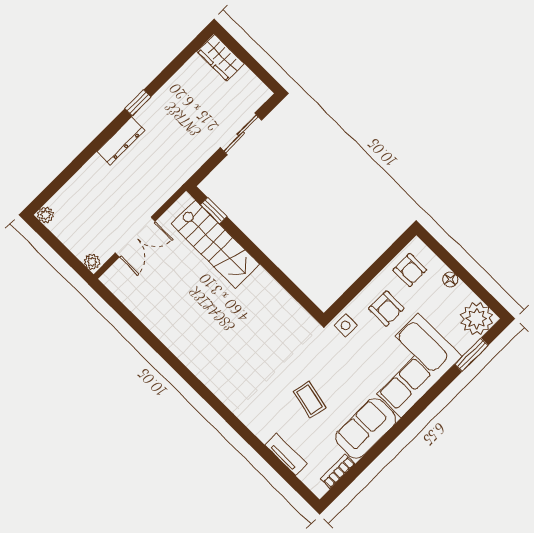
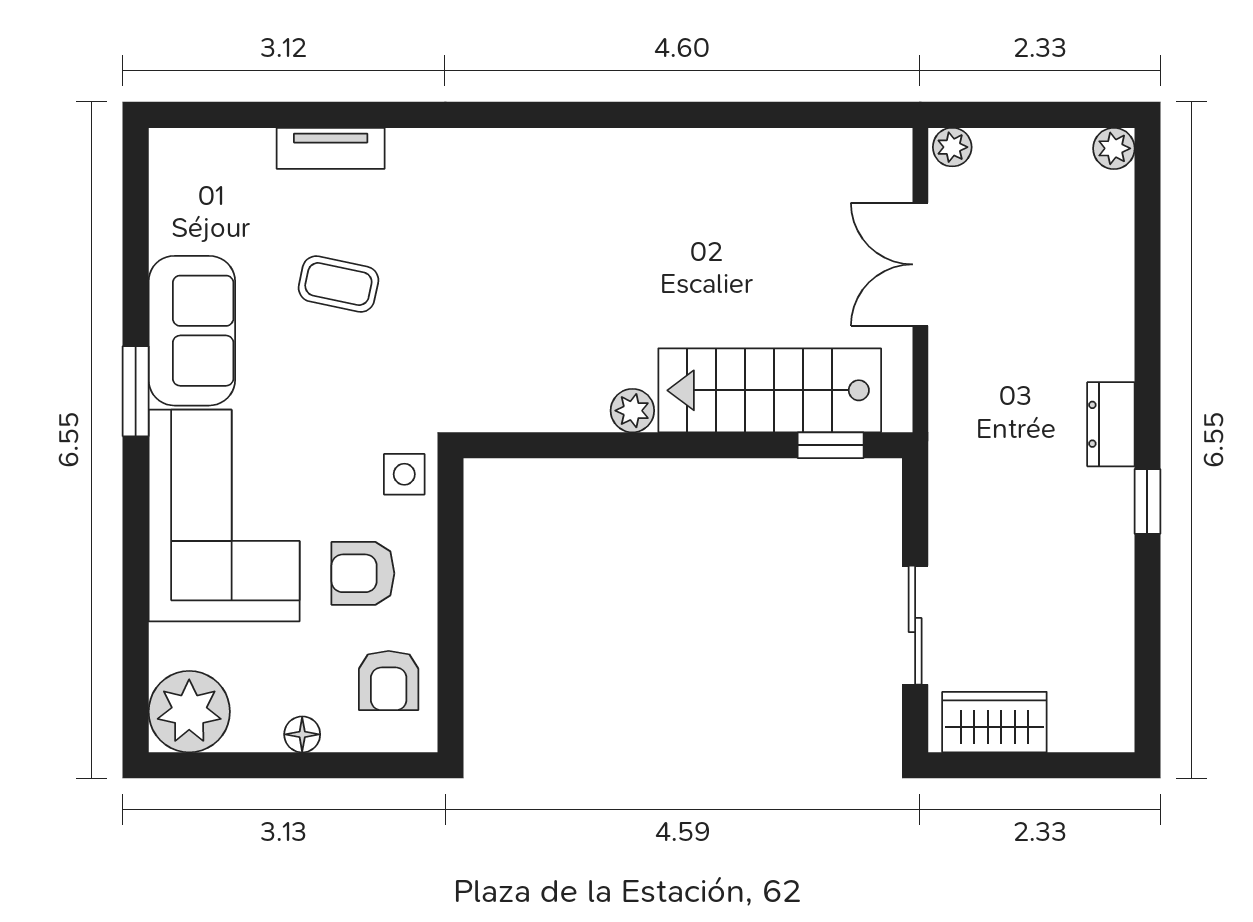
wardrobe: (221, 58) -> (994, 722), moved
dresser: (121, 141) -> (1111, 424), width x0.70
armchair: (410, 270) -> (389, 681), turned -90
plant: (261, 278) -> (632, 411), added
window: (472, 355) -> (136, 391), moved
tv unit: (286, 454) -> (331, 148), moved
bookcase: (338, 471) -> (166, 208), removed

